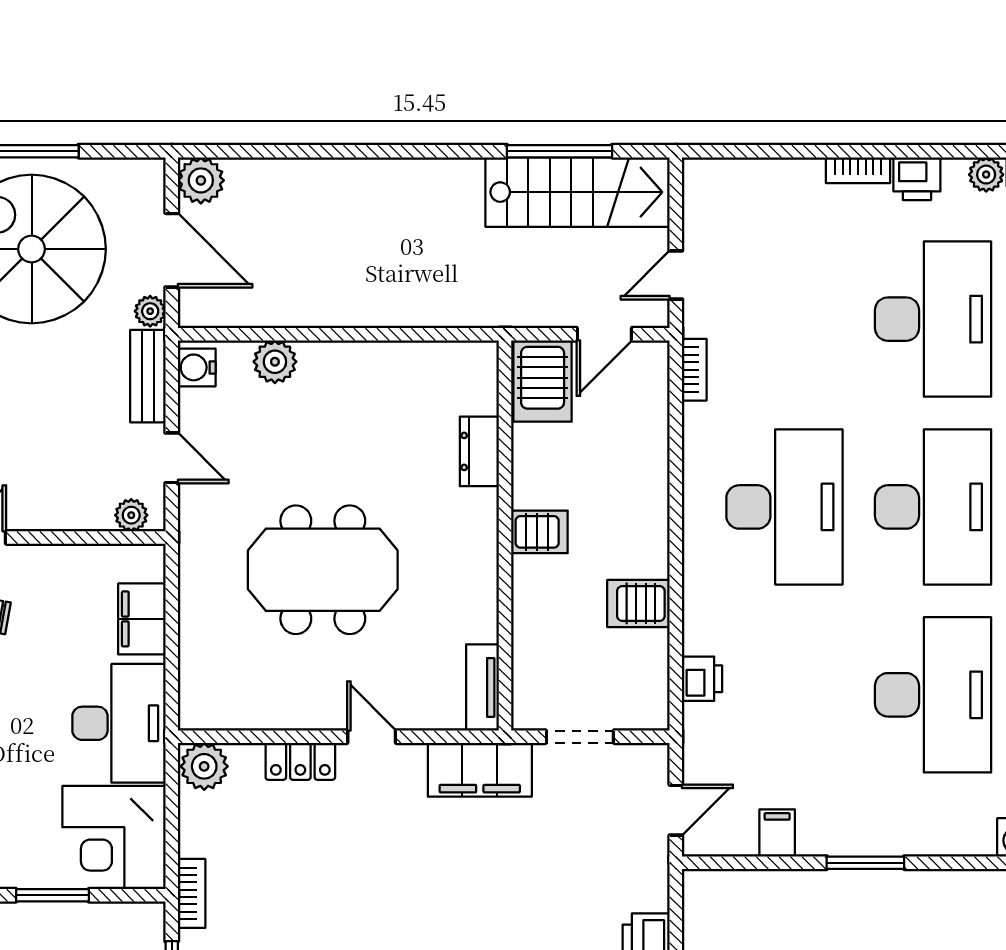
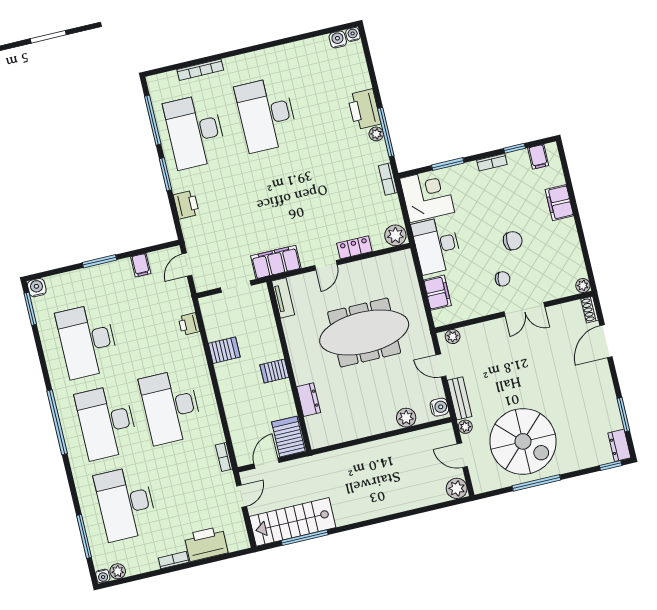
printer: (917, 179) -> (206, 544), moved, width x1.87, depth x1.48
door: (172, 250) -> (462, 455), width x0.73
meeting table: (323, 570) -> (364, 333), width x1.36
door: (372, 737) -> (326, 265), hinge flipped

